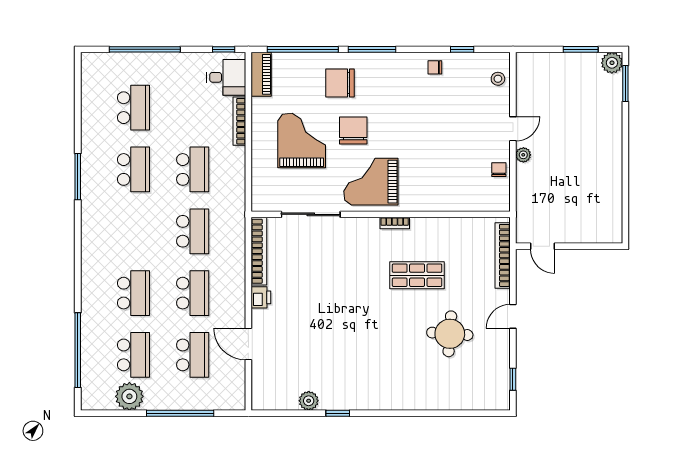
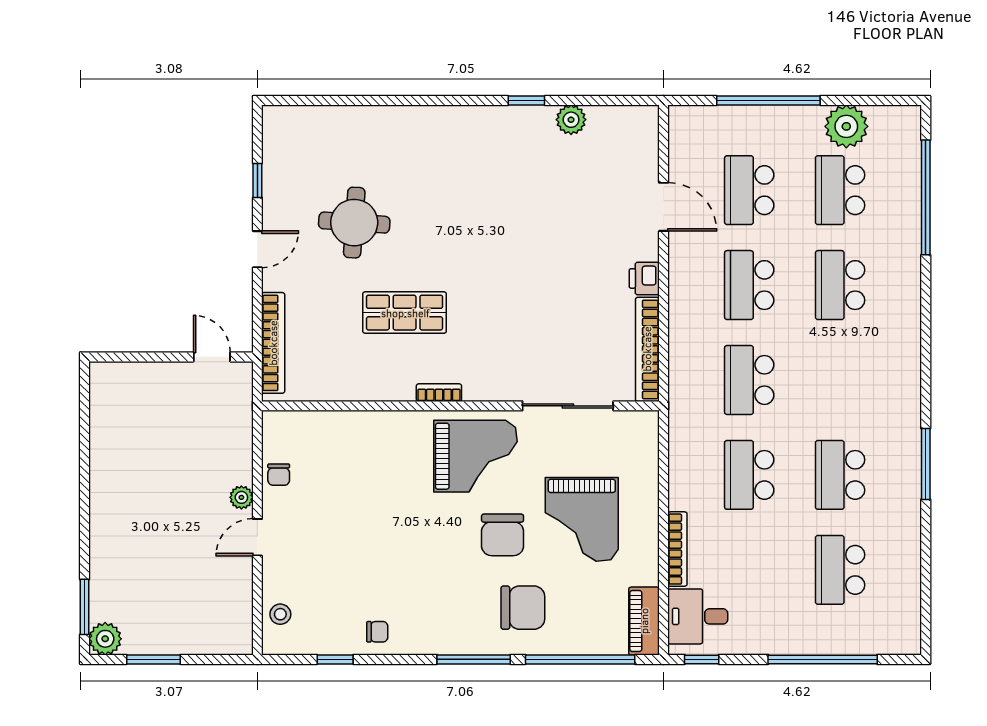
window: (513, 379) -> (257, 180), moved

